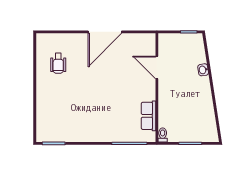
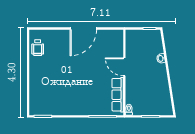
wheelchair: (58, 63) -> (38, 48), moved
door: (157, 67) -> (124, 67), moved
row of seats: (148, 116) -> (118, 95), width x1.48

